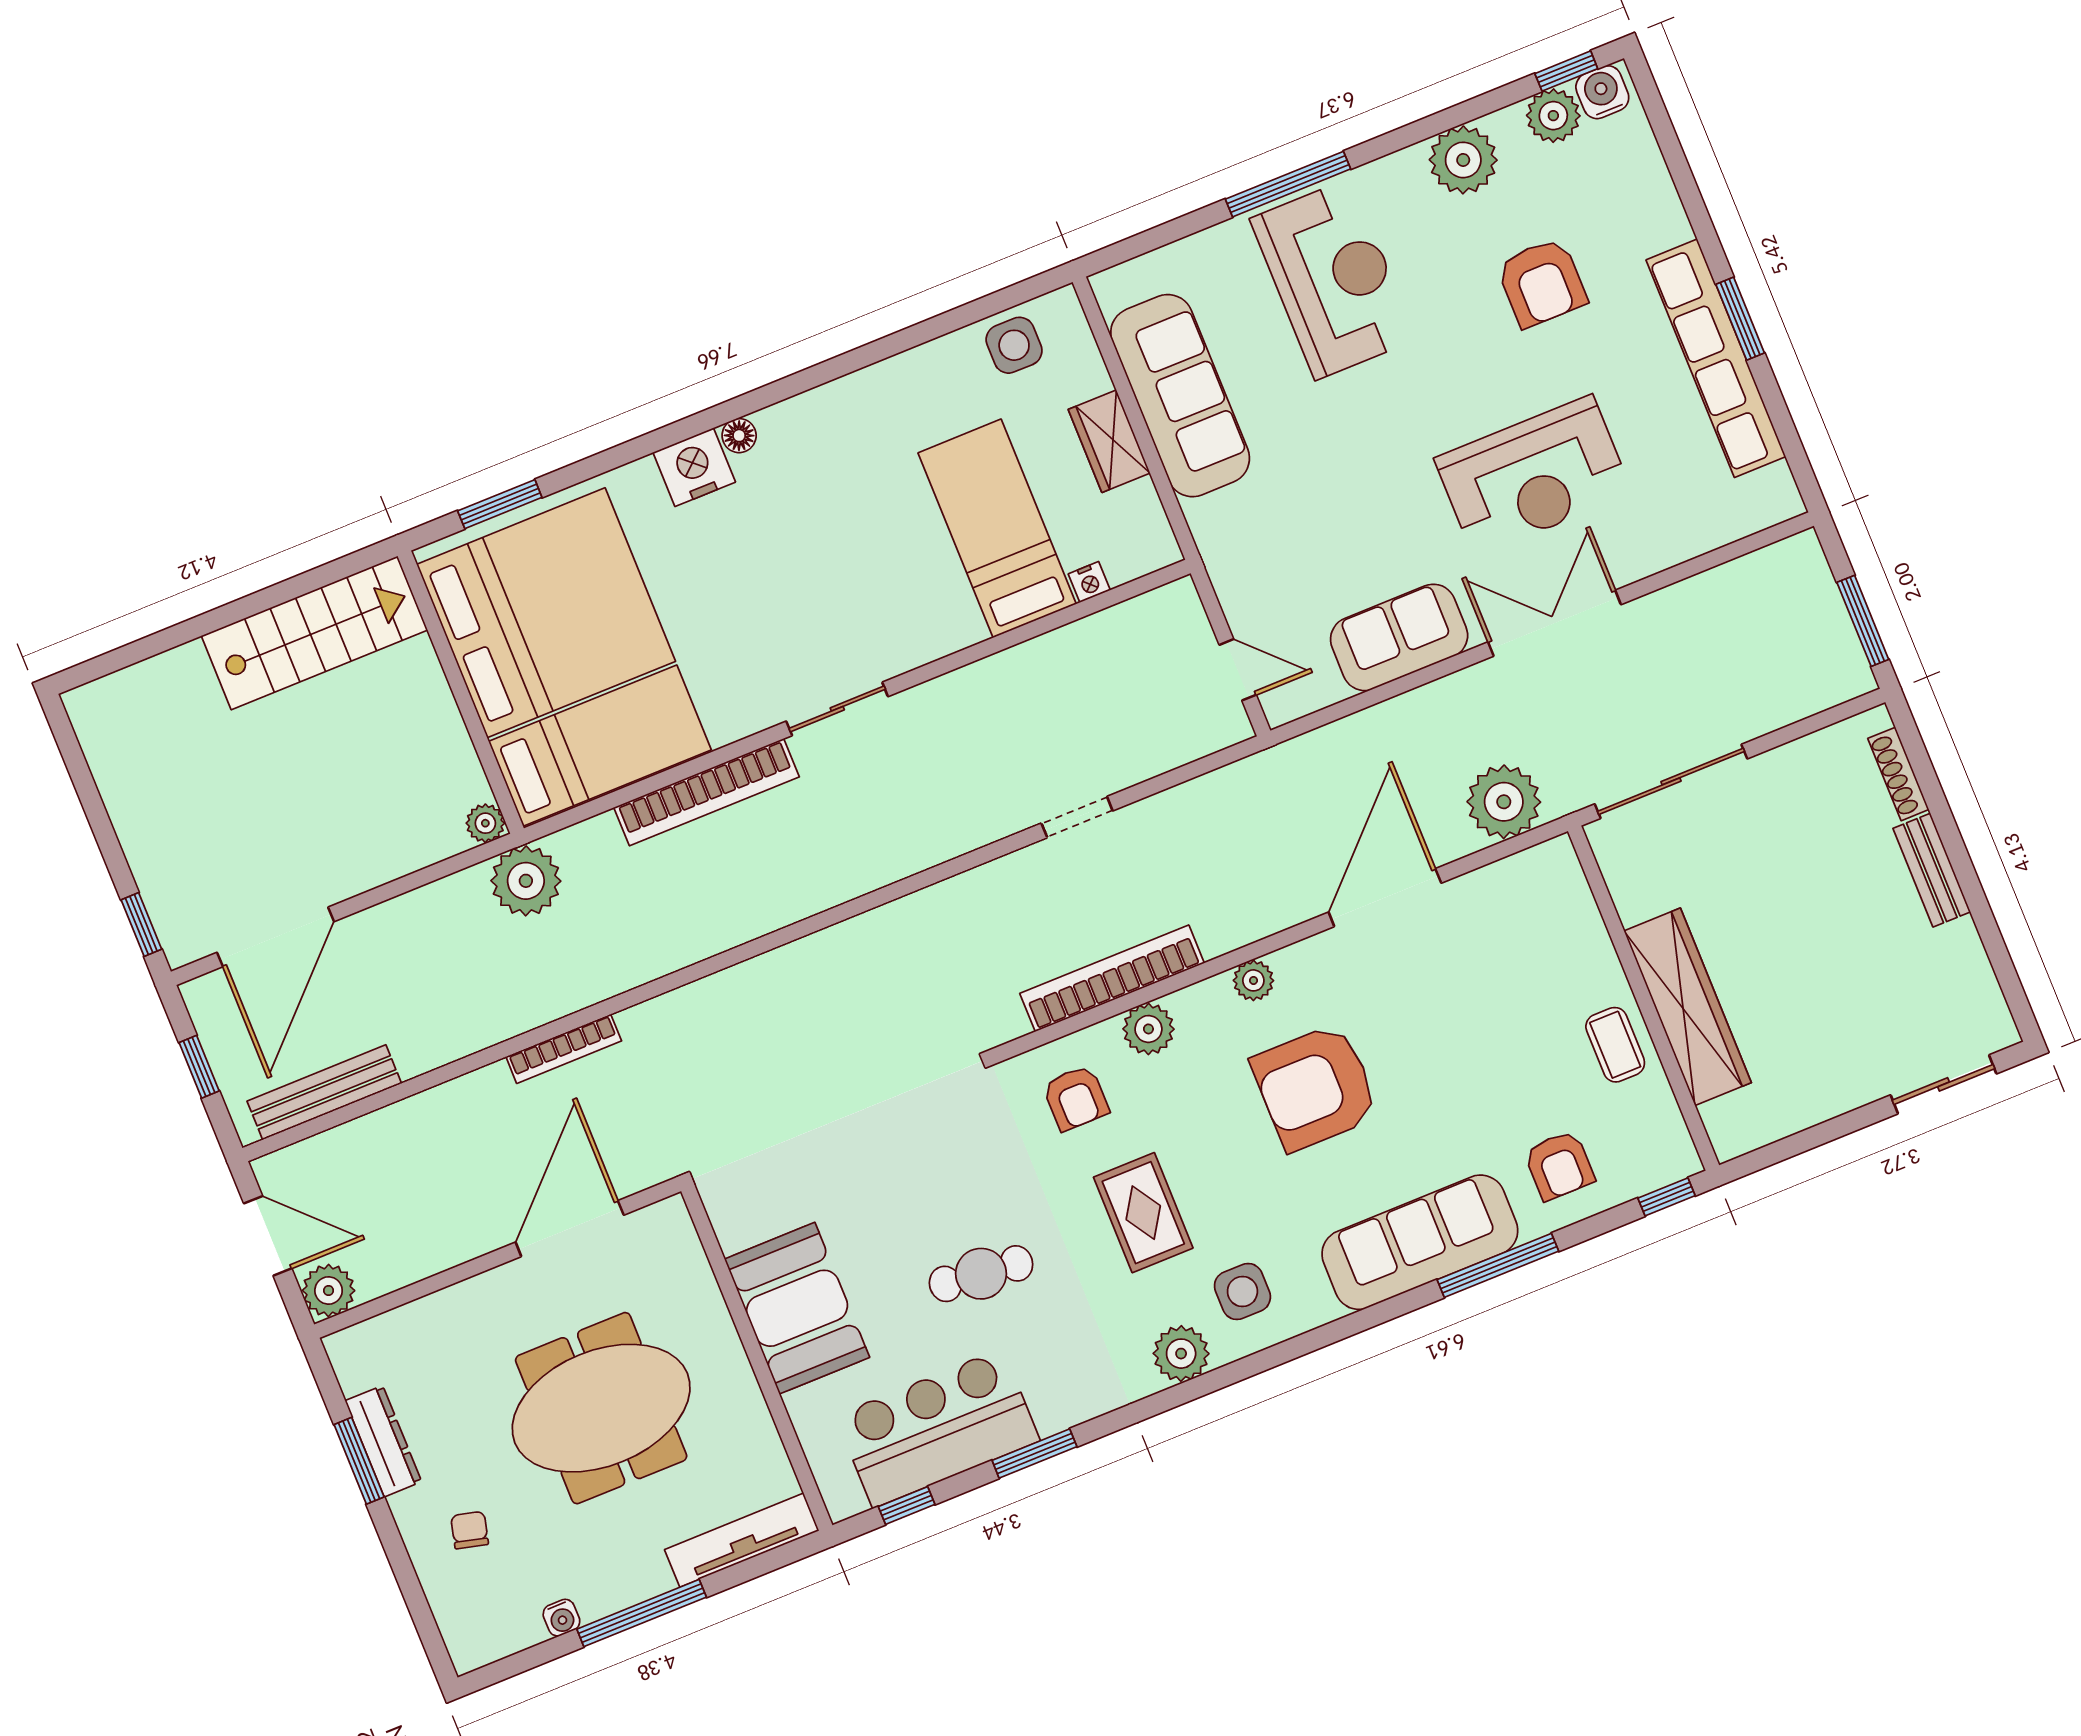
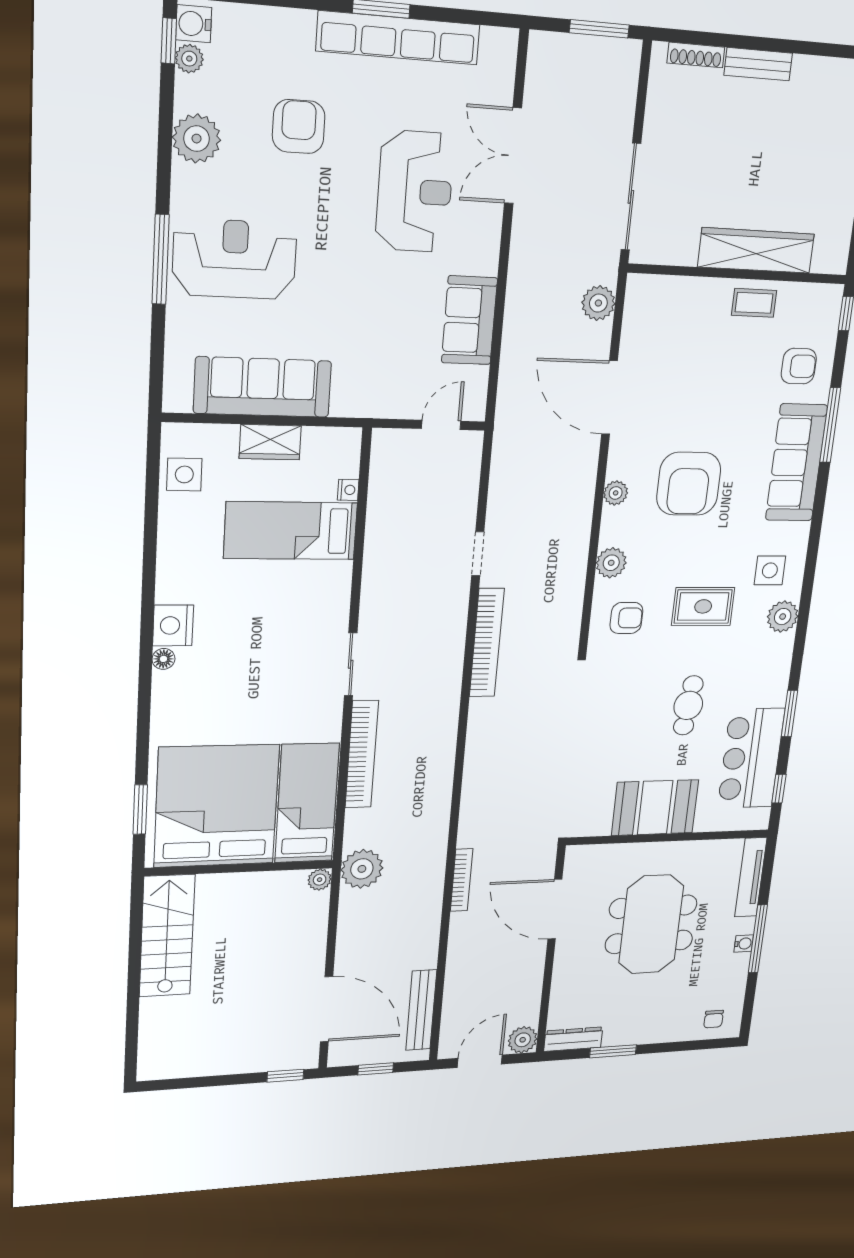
plant: (1553, 116) -> (189, 59), width x0.73, depth x0.73
armchair: (1542, 283) -> (299, 127), turned -90
nightstand: (694, 467) -> (173, 625), moved
double door: (1555, 623) -> (513, 156), moved
plant: (1504, 802) -> (598, 303), width x0.73, depth x0.73
bookcase: (1112, 978) -> (487, 643), moved, turned 180
dresser: (383, 1441) -> (573, 1039), moved
chair: (470, 1530) -> (714, 1019), moved, turned -104
water cooler: (561, 1618) -> (744, 944), moved

